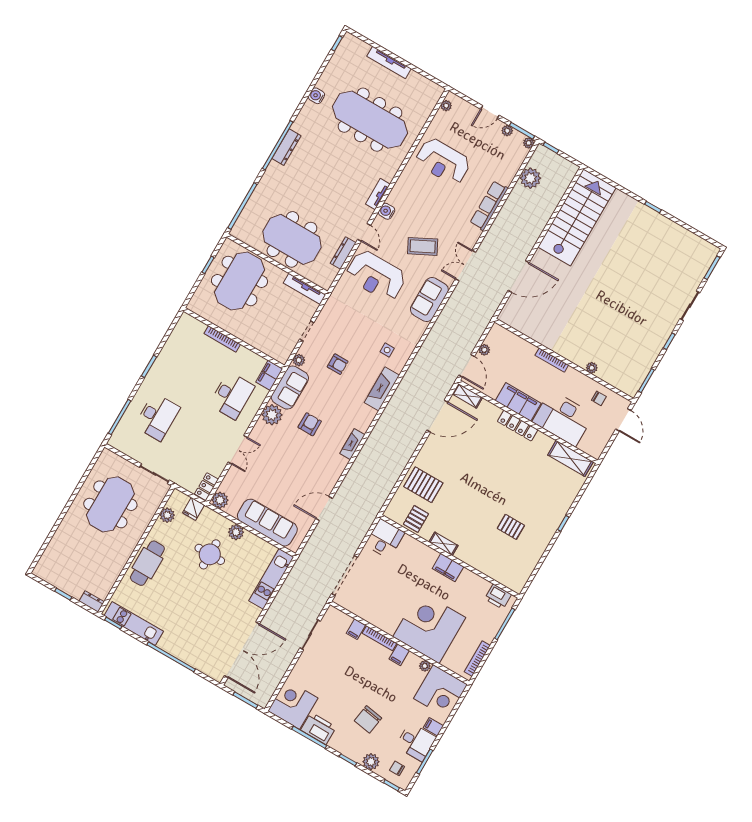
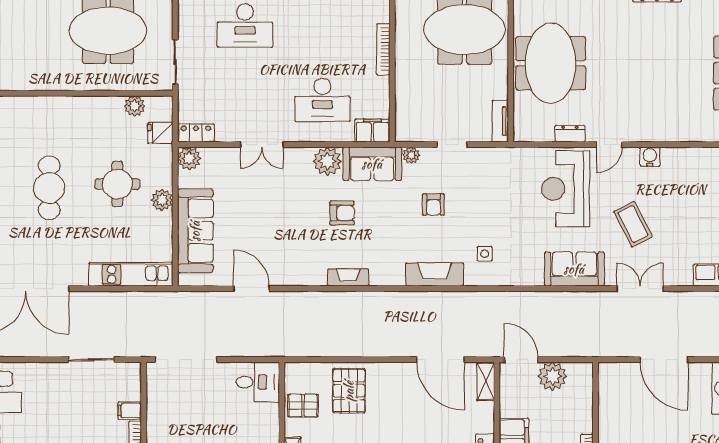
tv unit: (378, 194) -> (664, 134), removed
dresser: (343, 253) -> (570, 134), width x0.70
tv unit: (304, 289) -> (500, 121), width x0.71
plant: (484, 350) -> (553, 376), width x1.88, depth x1.88
door: (467, 366) -> (521, 360), swing flipped
cafe table: (147, 563) -> (49, 188), moved, turned 90

